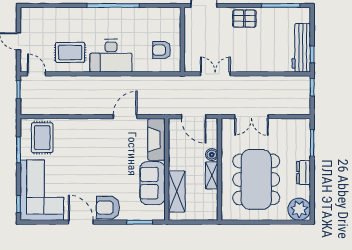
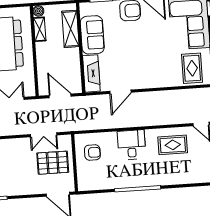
pallet: (244, 19) -> (53, 163), moved, width x1.50, depth x1.42
desk: (111, 56) -> (132, 145), width x0.73
boiler: (212, 155) -> (38, 11), moved
shelving: (212, 175) -> (40, 29), moved

